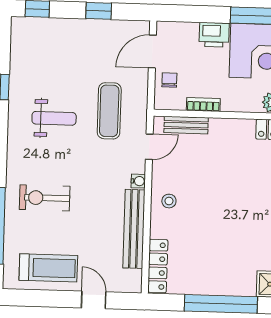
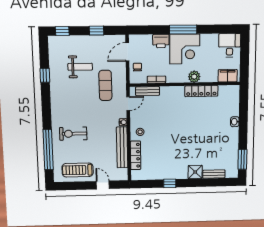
weight bench: (54, 118) -> (80, 67), moved
locker: (158, 266) -> (136, 155), moved
treadmill: (48, 268) -> (78, 170), turned 180
window: (221, 304) -> (170, 183), width x0.32

